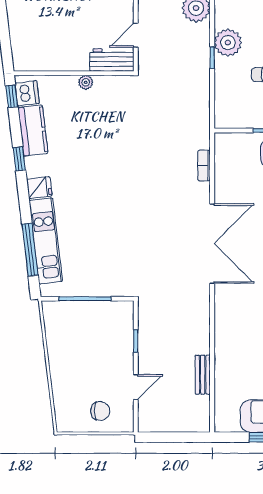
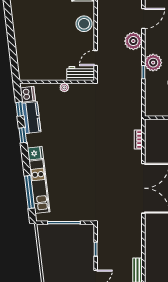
window: (12, 96) -> (20, 109), moved

